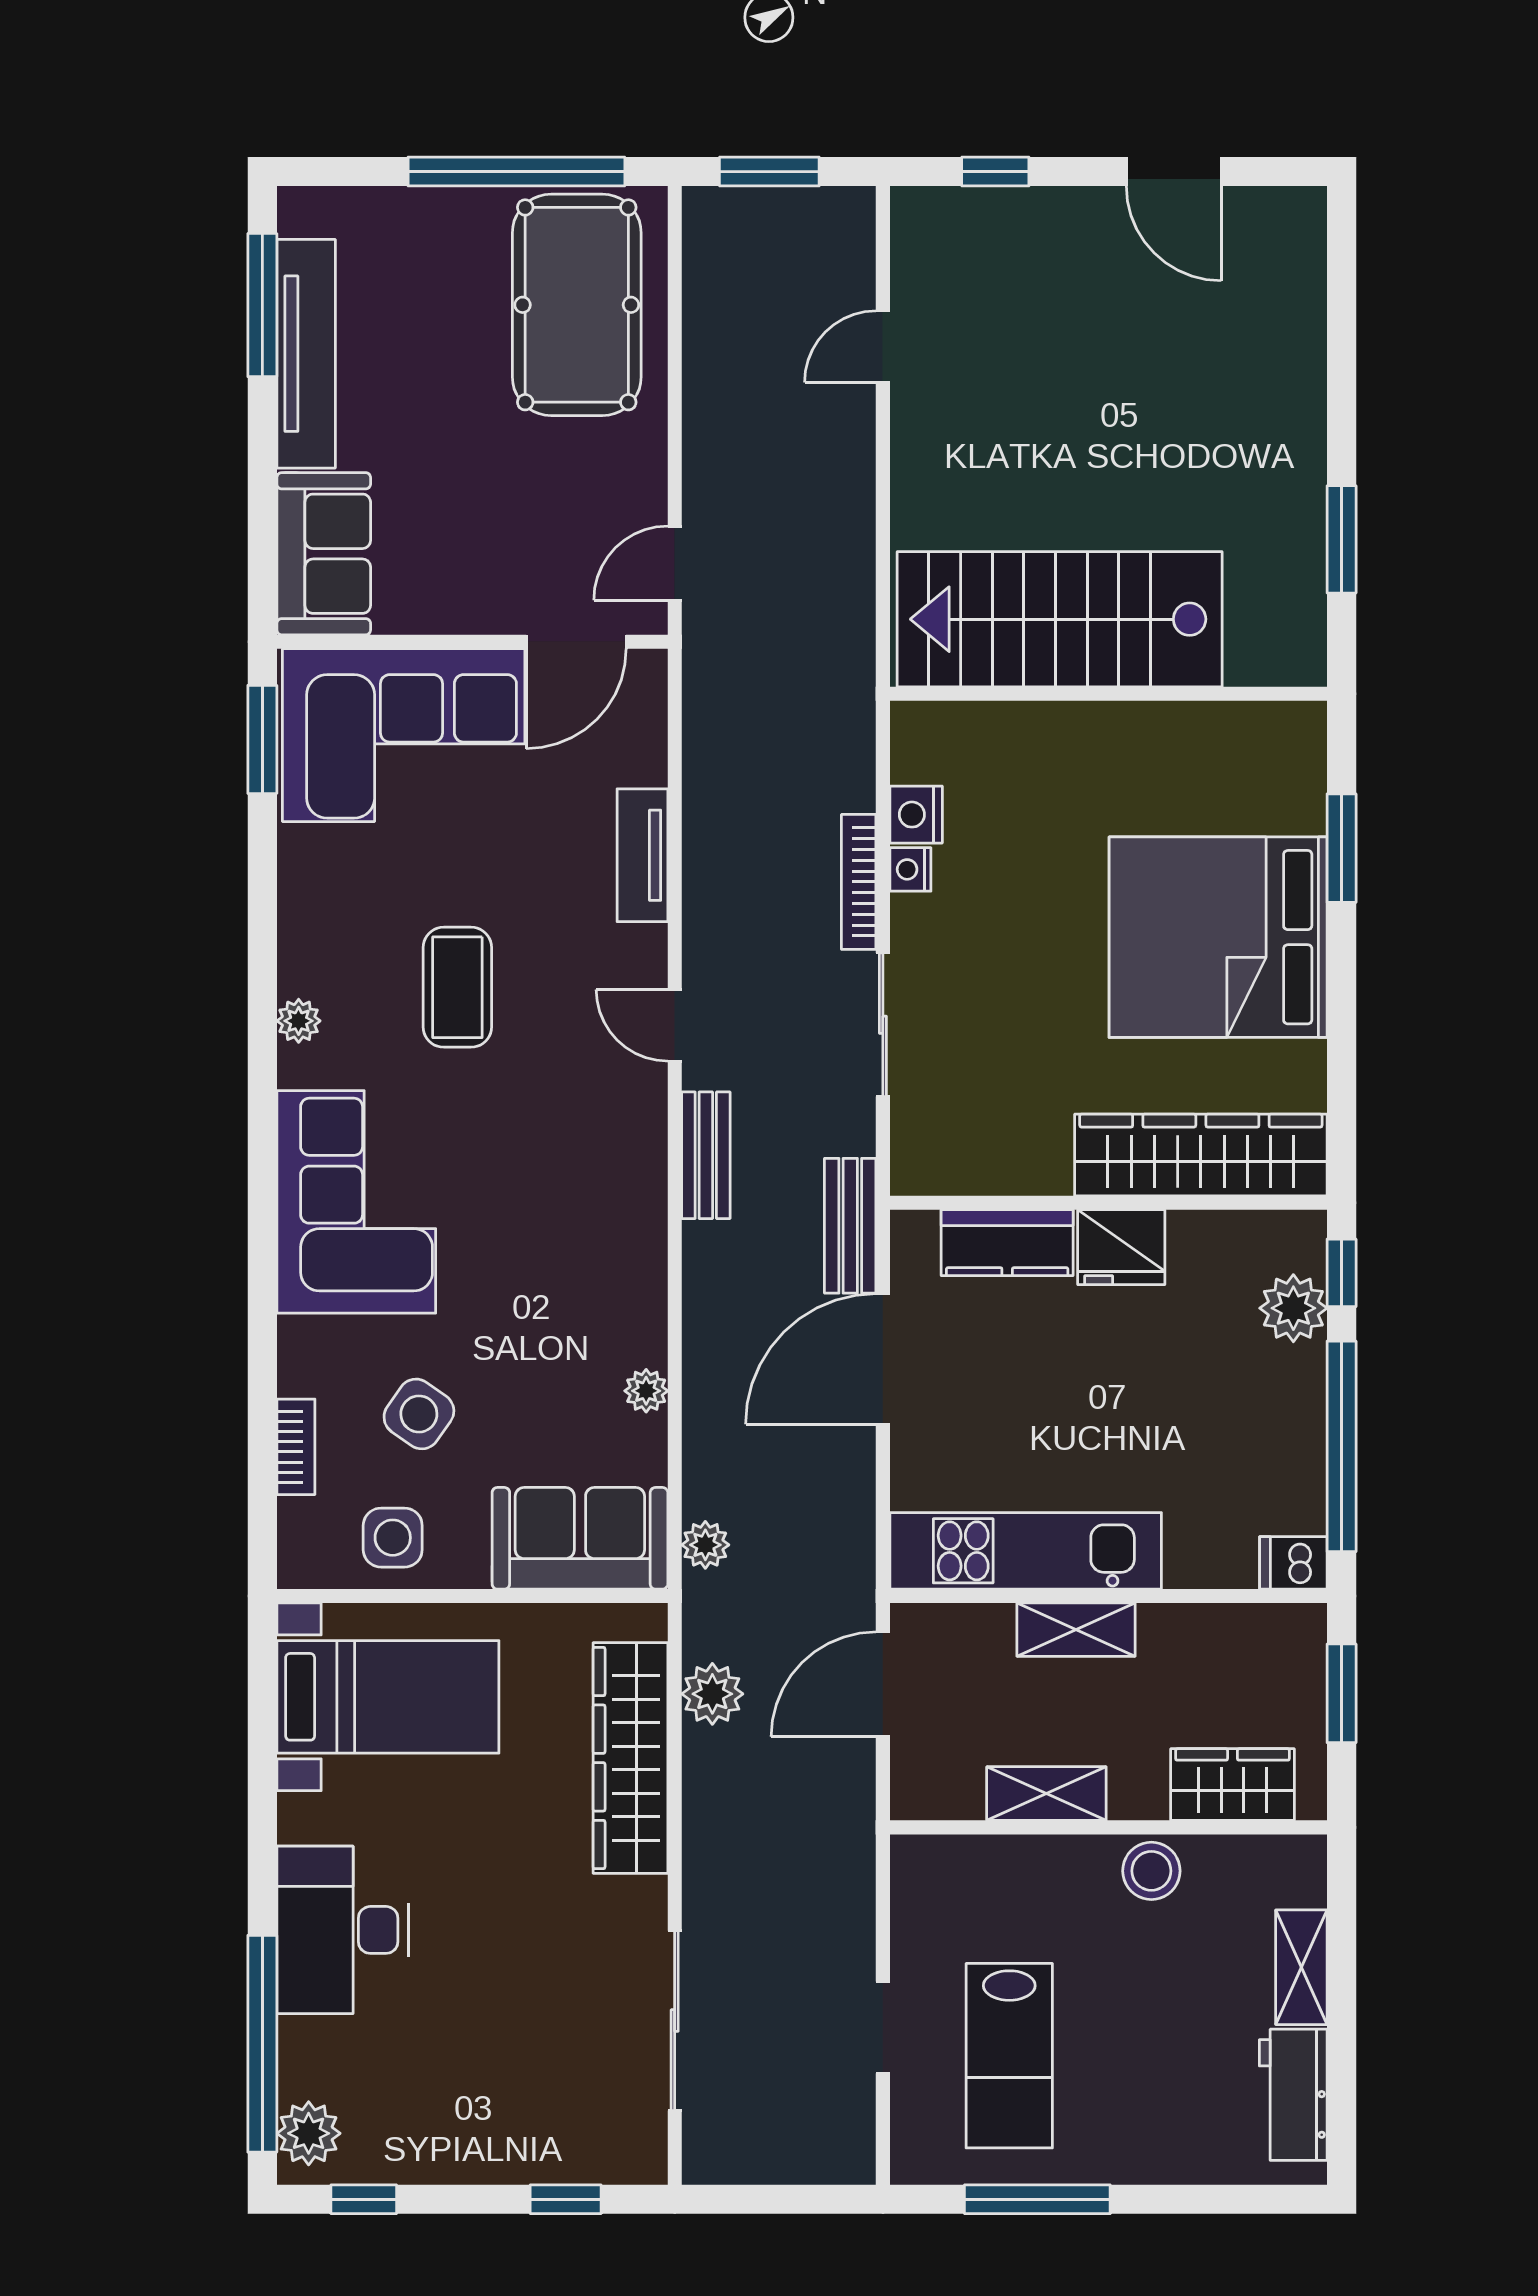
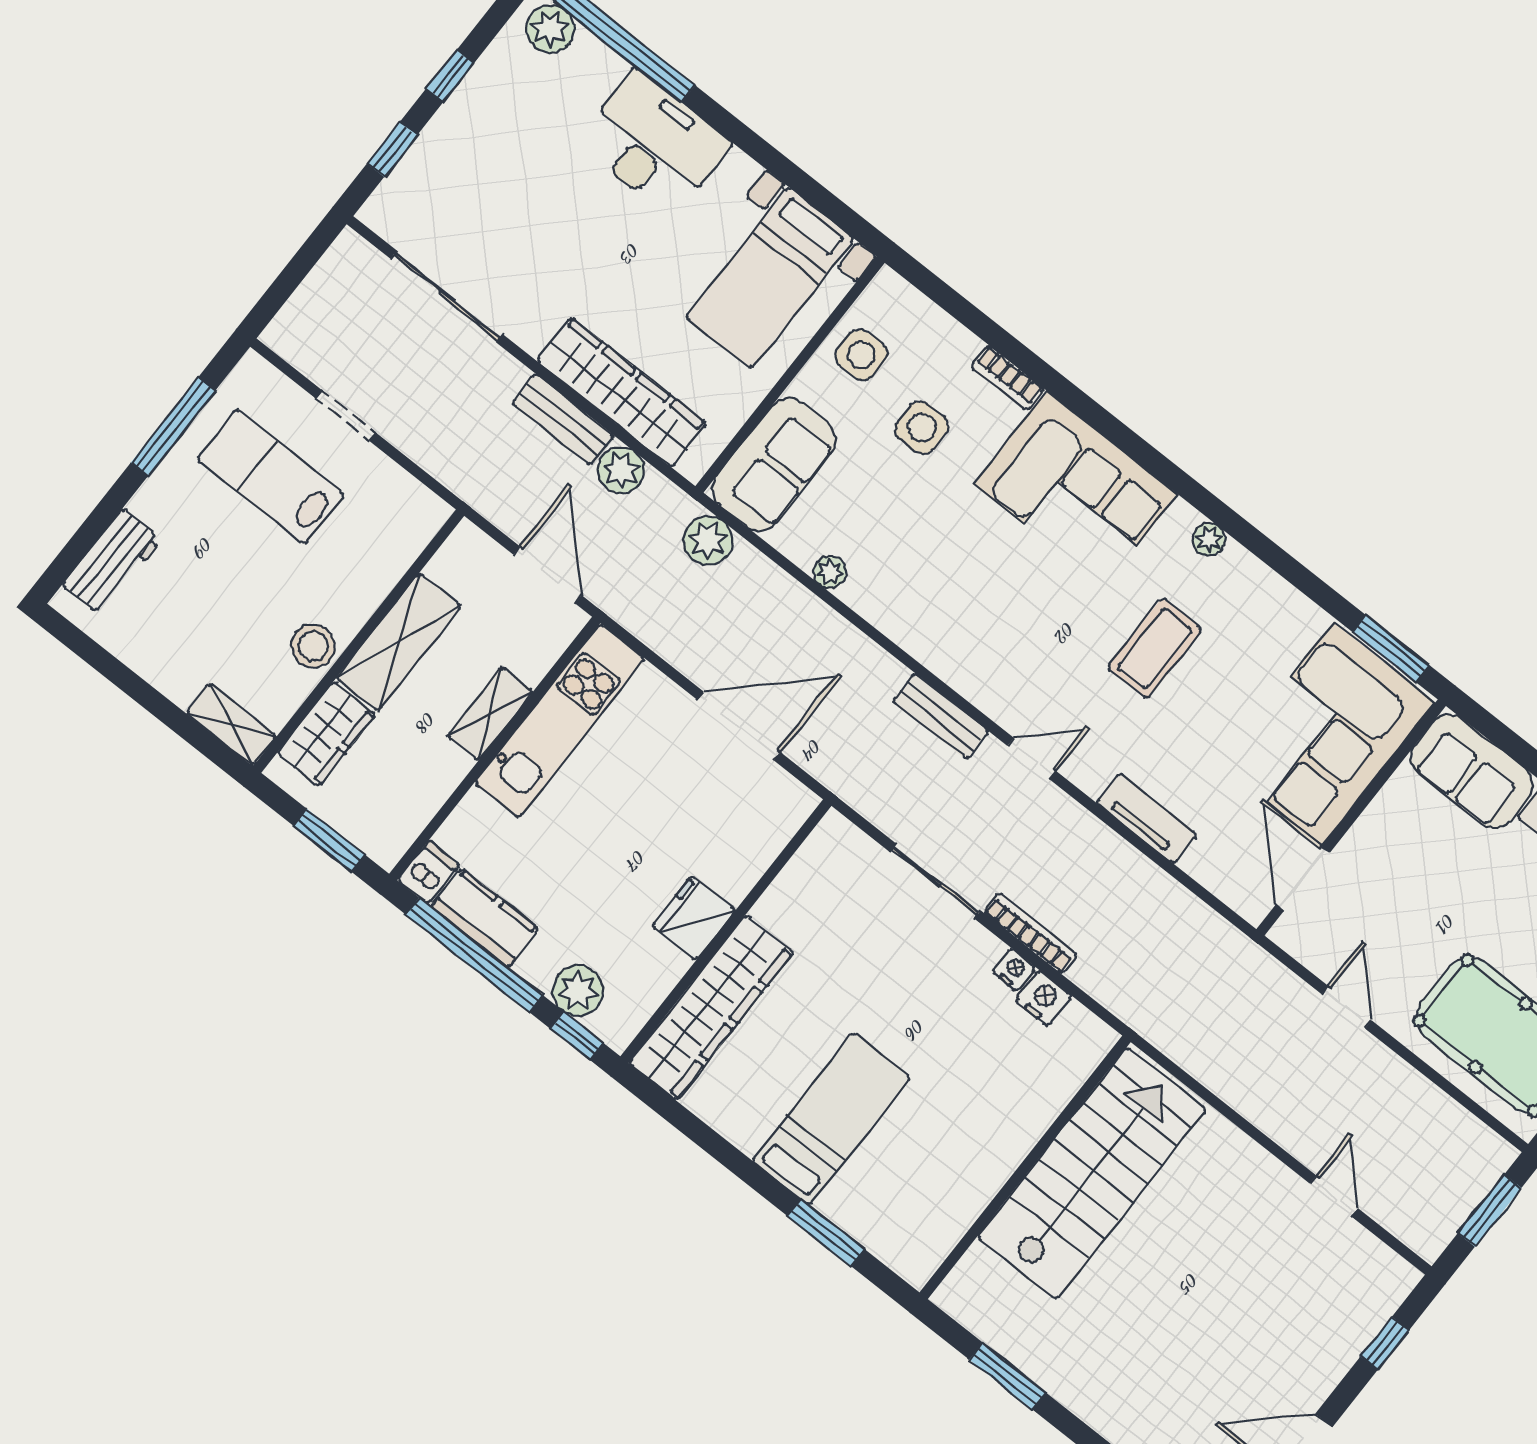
door: (675, 563) -> (1347, 1007), moved
bed: (1218, 937) -> (831, 1119), width x0.49
coffee table: (457, 987) -> (1155, 648), turned 90
bench: (850, 1226) -> (563, 420), moved
kitchen counter: (1007, 1243) -> (485, 918), moved, turned 90
door: (883, 1359) -> (739, 726), hinge flipped
side table: (419, 1414) -> (922, 428), turned -35
bookcase: (296, 1447) -> (1007, 378), moved
plant: (705, 1545) -> (708, 540), width x1.38, depth x1.38
shelving: (1046, 1794) -> (399, 642), width x1.50, depth x1.33
shelving: (1301, 1967) -> (231, 725), moved
workbench: (1293, 2095) -> (112, 562), moved, turned 90
window: (364, 2199) -> (450, 76), moved

